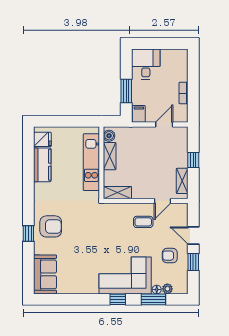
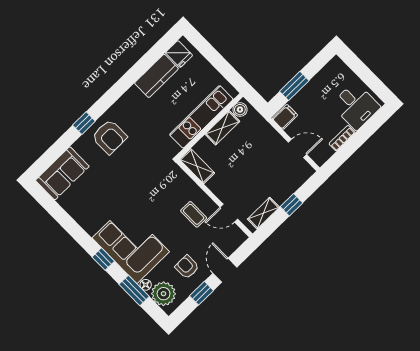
desk: (146, 64) -> (356, 106), moved, turned 90
plant: (167, 289) -> (164, 294), width x1.88, depth x1.88

